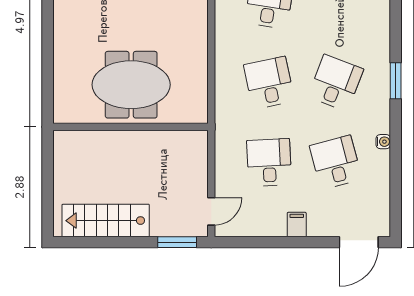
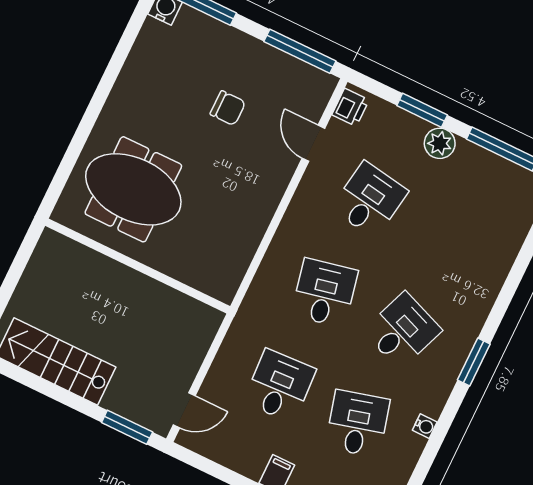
meeting table: (131, 85) -> (133, 189), moved

